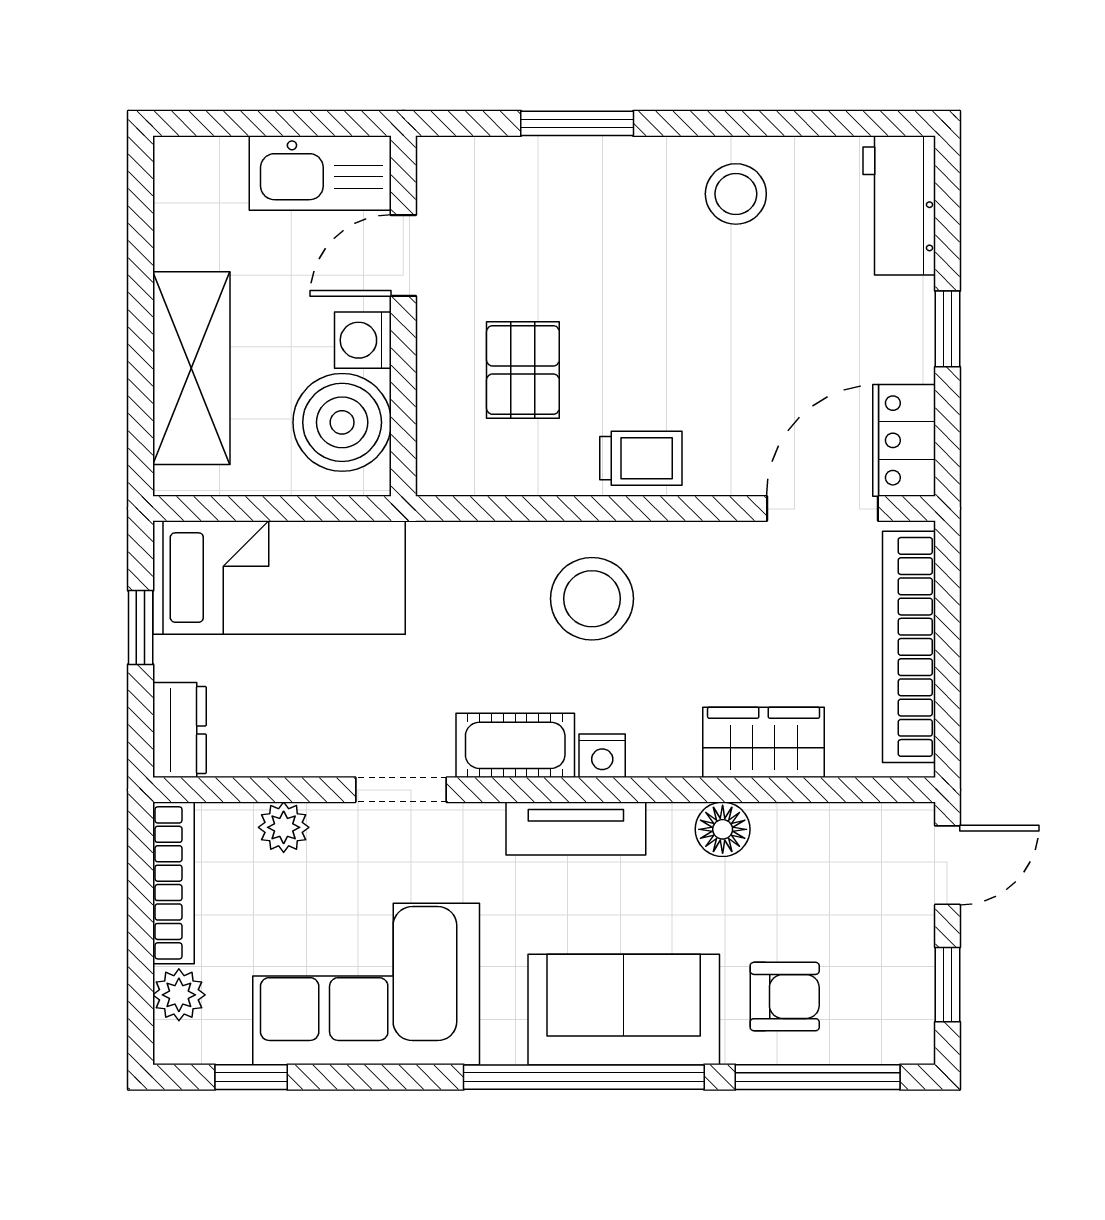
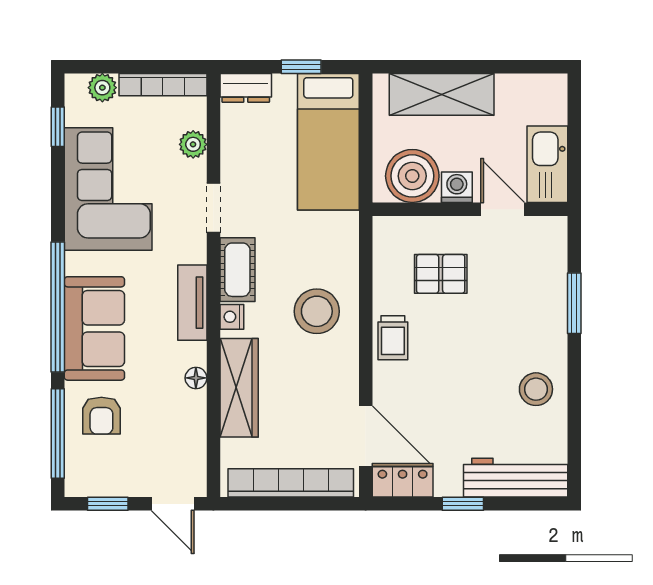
workbench: (899, 205) -> (516, 478), width x1.37
wardrobe: (764, 742) -> (239, 388), width x1.50
floor lamp: (723, 829) -> (196, 378), width x0.73, depth x0.73

